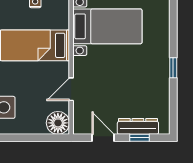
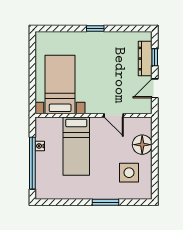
floor lamp: (58, 123) -> (142, 145), moved

